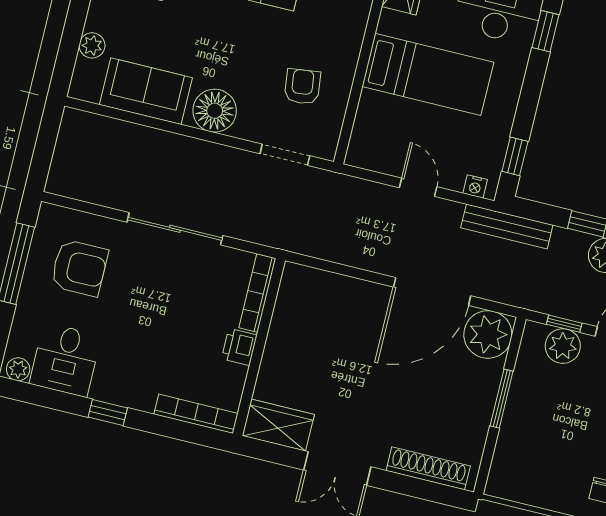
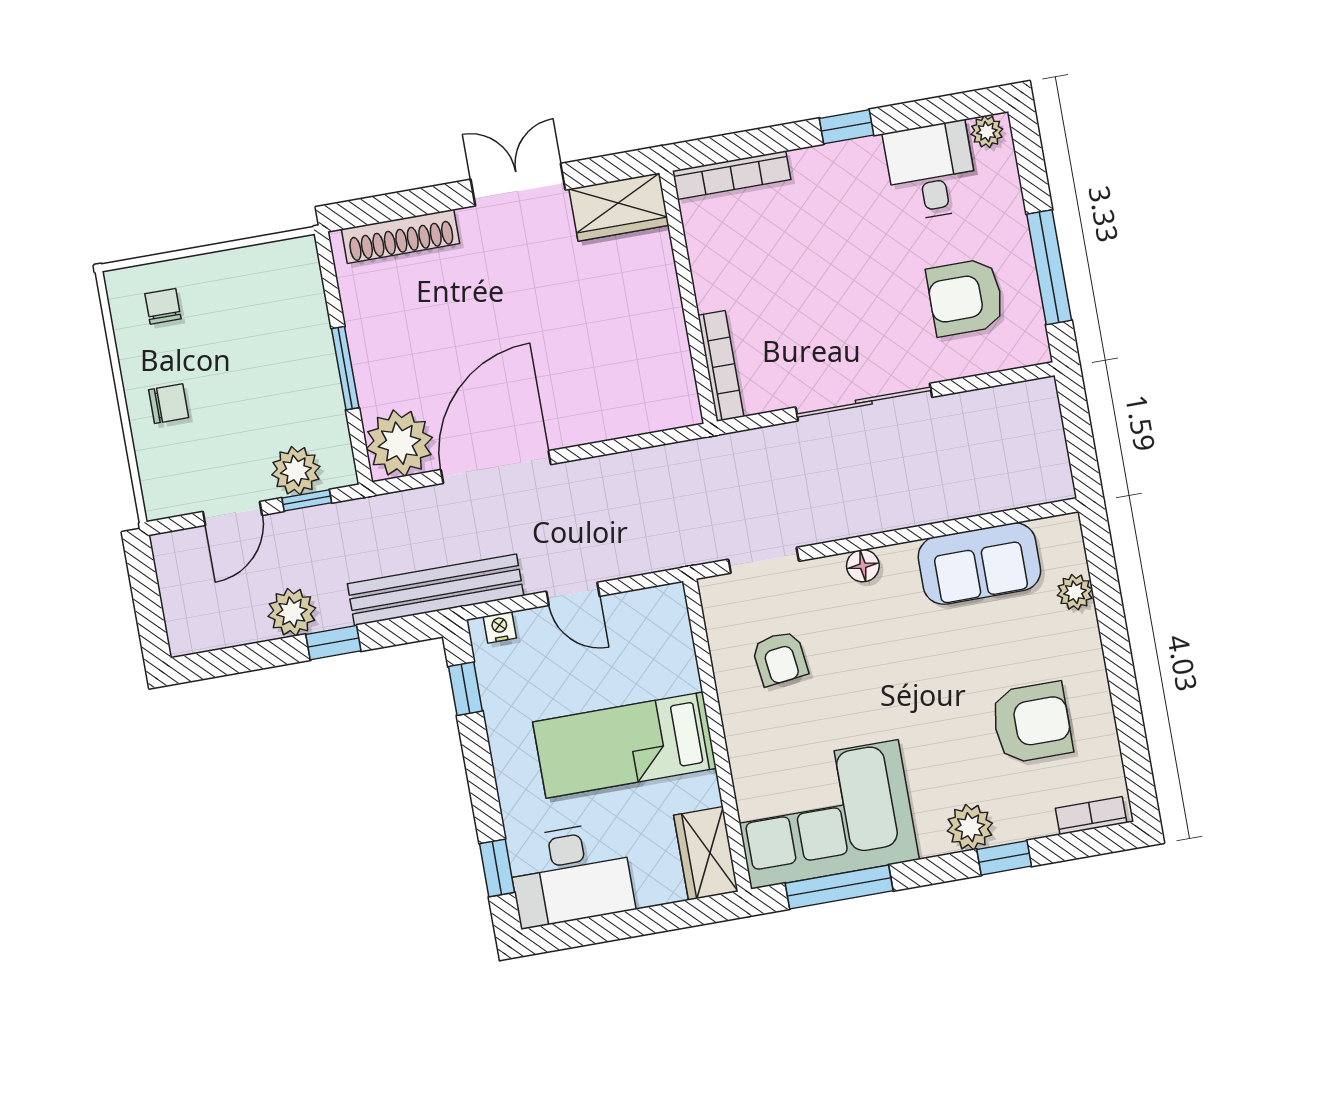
floor lamp: (215, 111) -> (863, 566), width x0.53, depth x0.53
bench: (507, 226) -> (436, 590), width x1.37, depth x1.21
printer: (239, 347) -> (714, 286), removed

